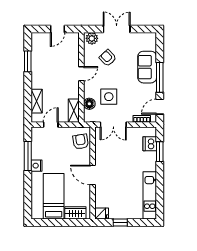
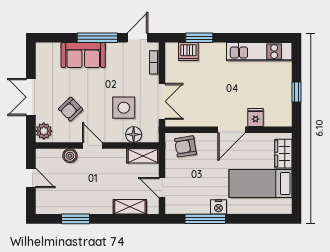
boiler: (74, 57) -> (70, 156), added
door: (160, 107) -> (137, 38), swing flipped
fridge: (102, 213) -> (256, 118), moved

